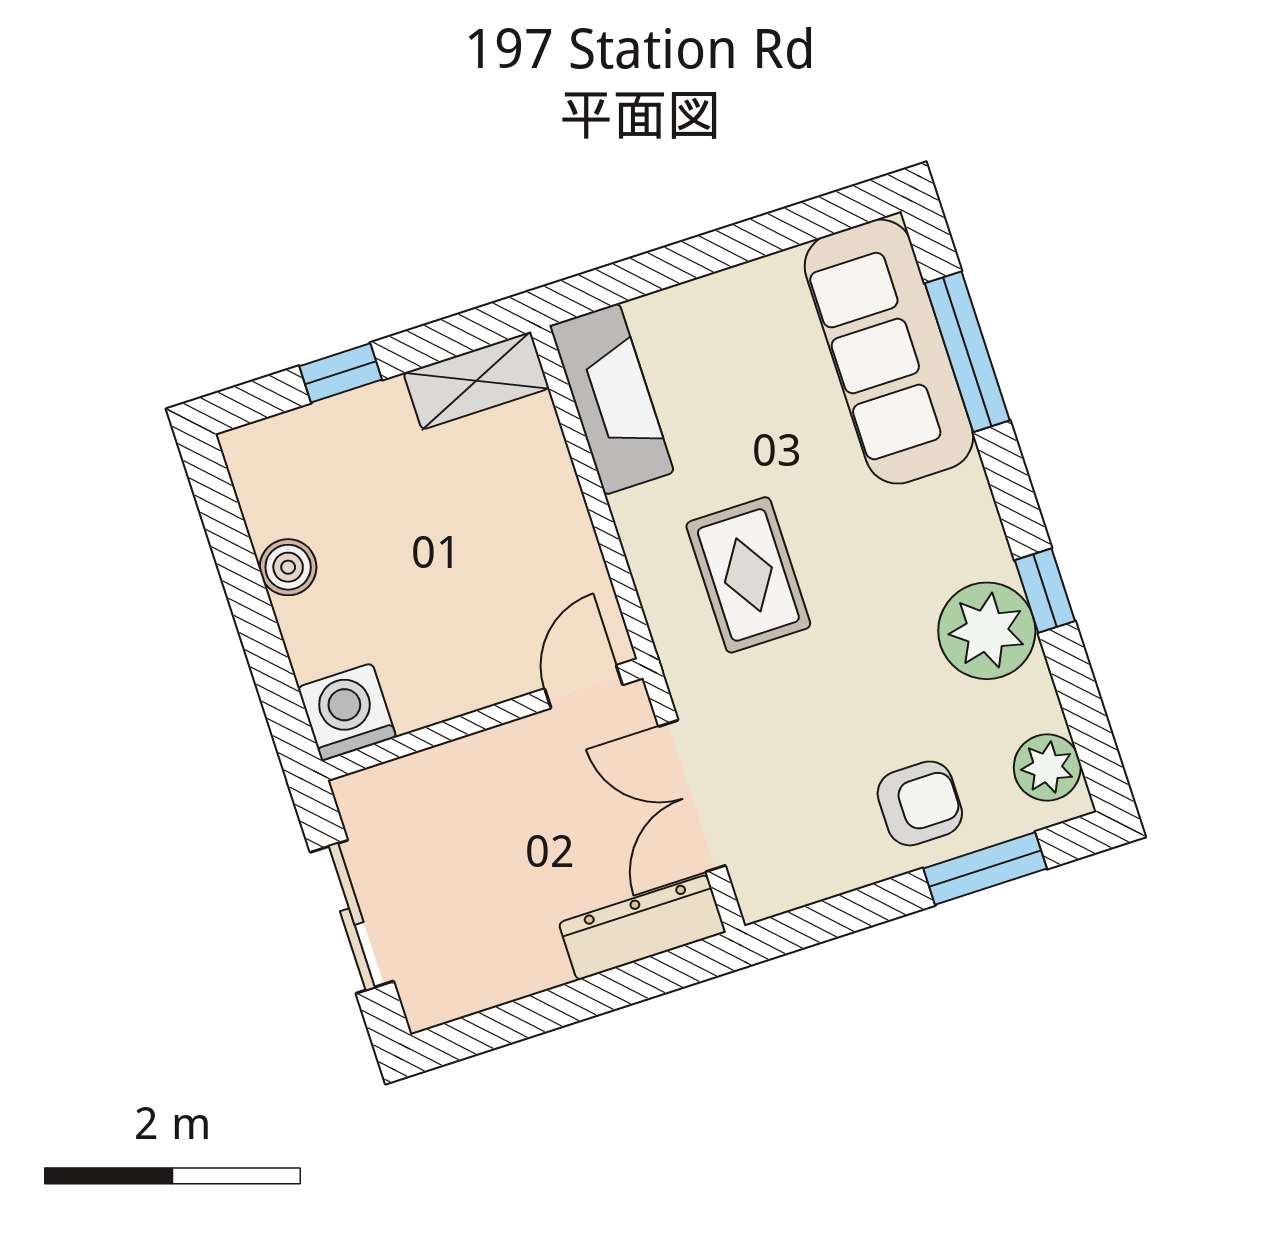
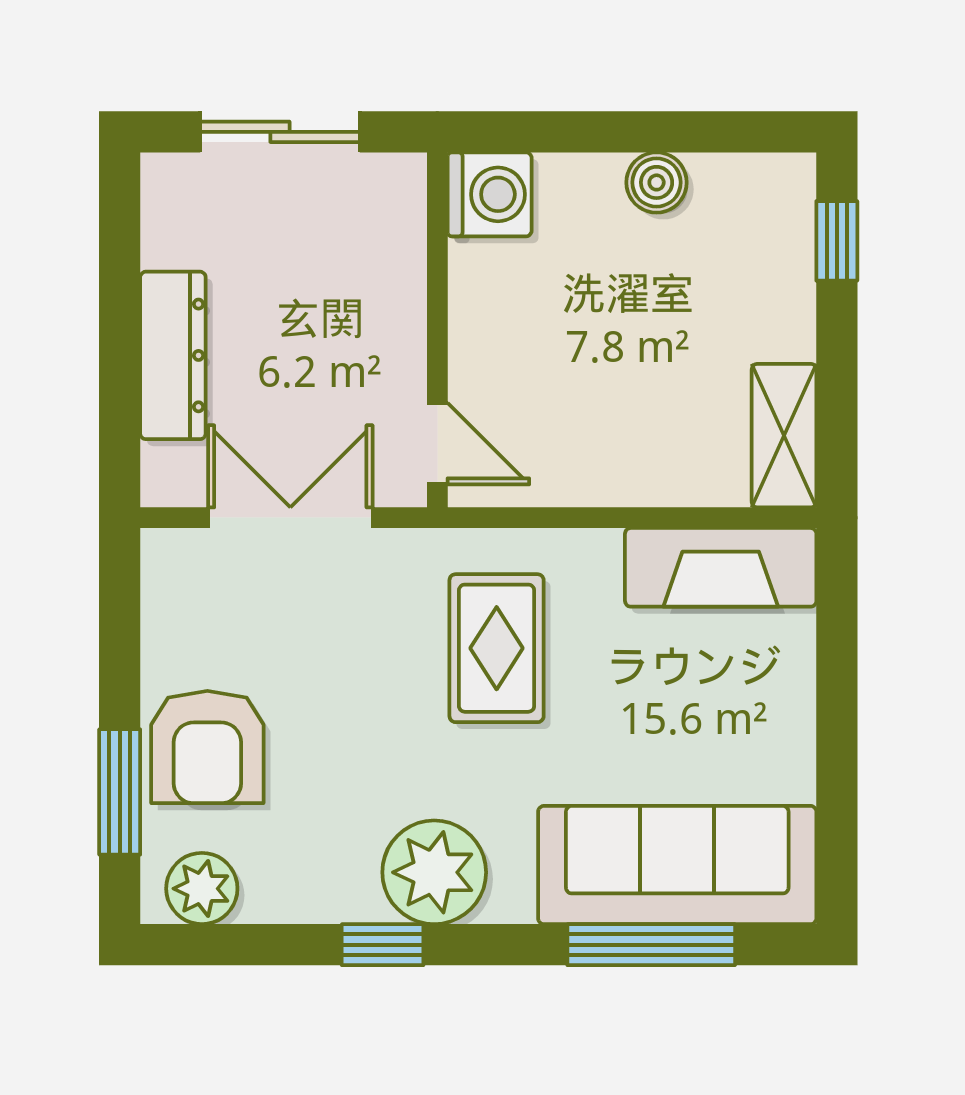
window: (341, 373) -> (837, 241), moved
rug: (748, 575) -> (497, 648), turned 90
plant: (987, 631) -> (434, 872), moved
armchair: (920, 803) -> (207, 747), width x1.38, depth x1.38
dresser: (642, 927) -> (173, 355), moved

